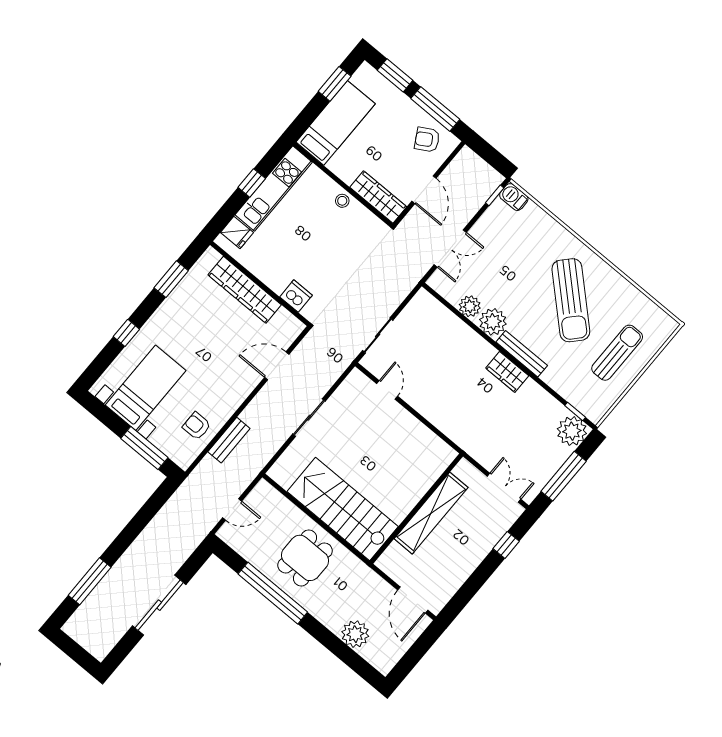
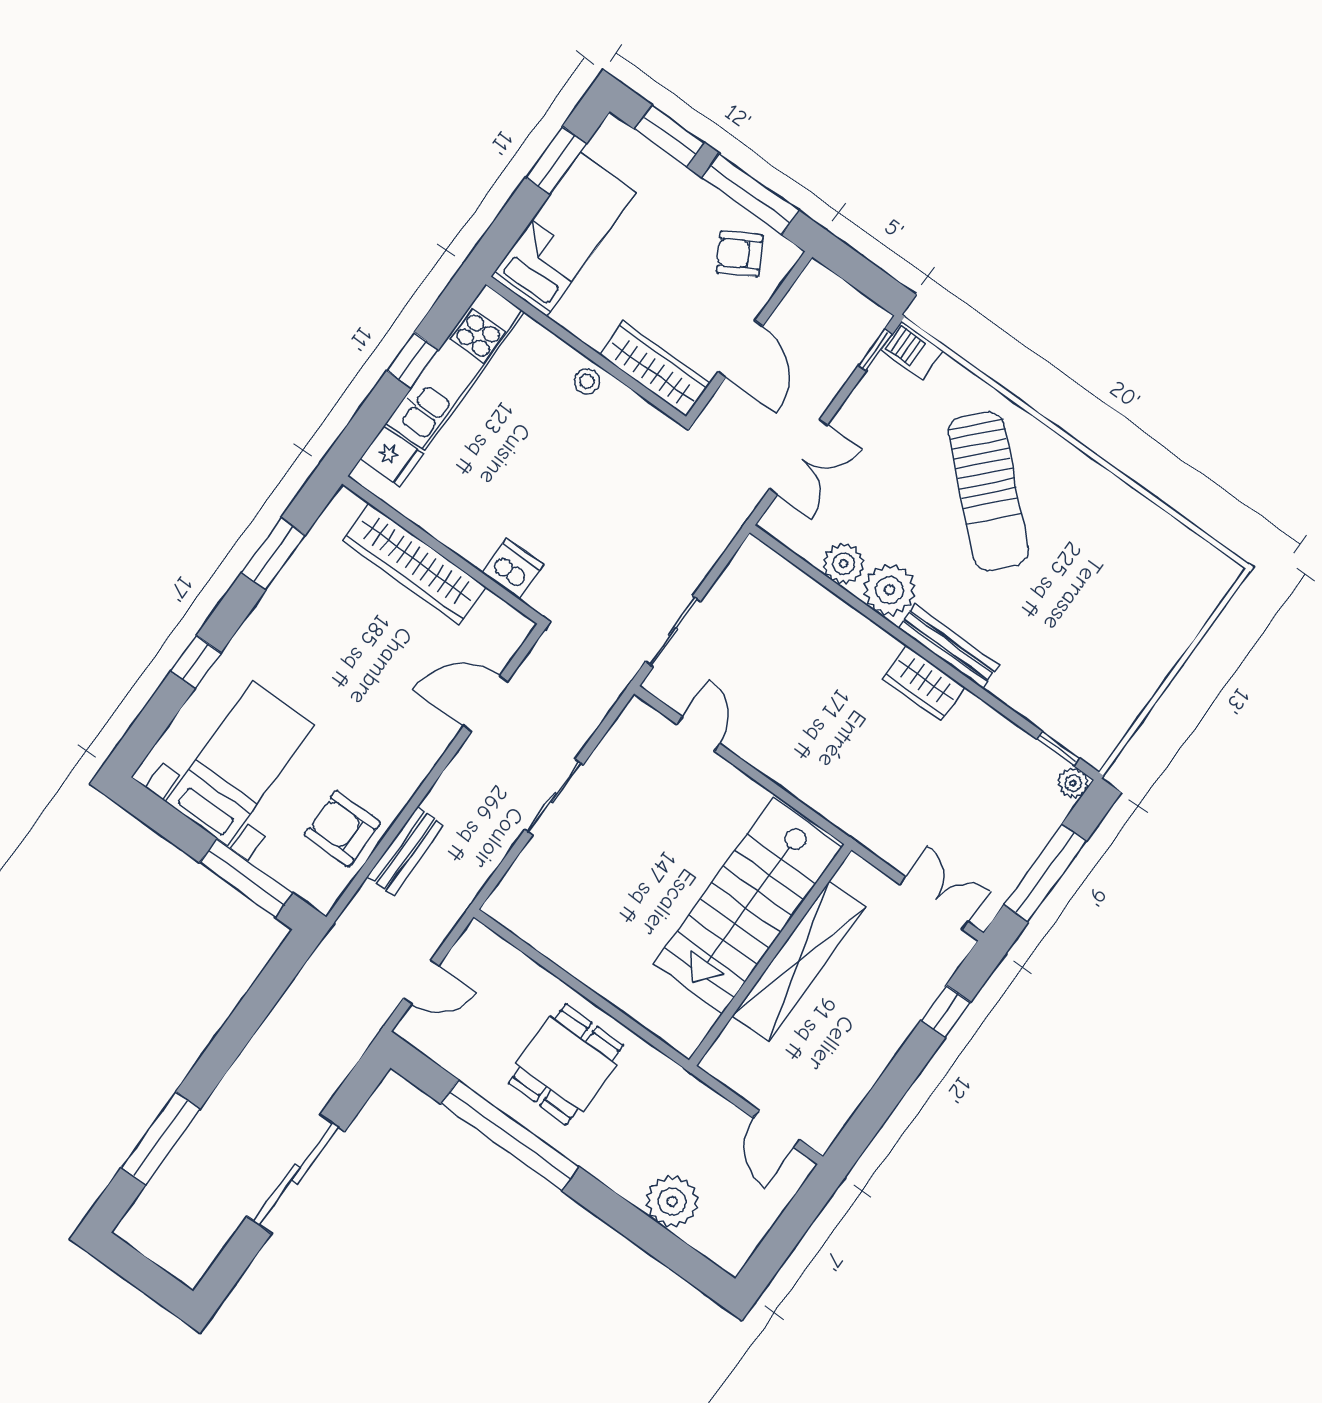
sun lounger: (571, 300) -> (988, 491), moved
sun lounger: (617, 353) -> (1130, 631), removed
armchair: (197, 426) -> (342, 829), width x1.38, depth x1.38
plant: (572, 431) -> (1073, 783), width x0.53, depth x0.53
stairs: (343, 509) -> (748, 906), moved, turned -90
door: (413, 600) -> (776, 1129), width x0.73

